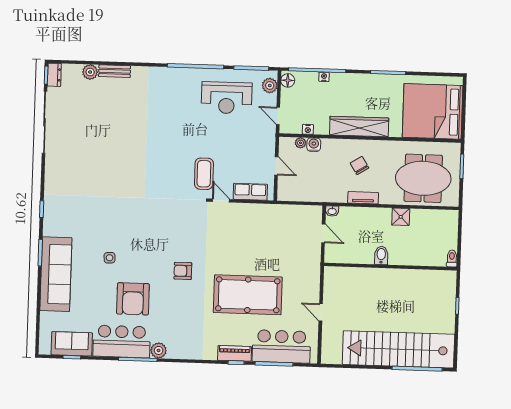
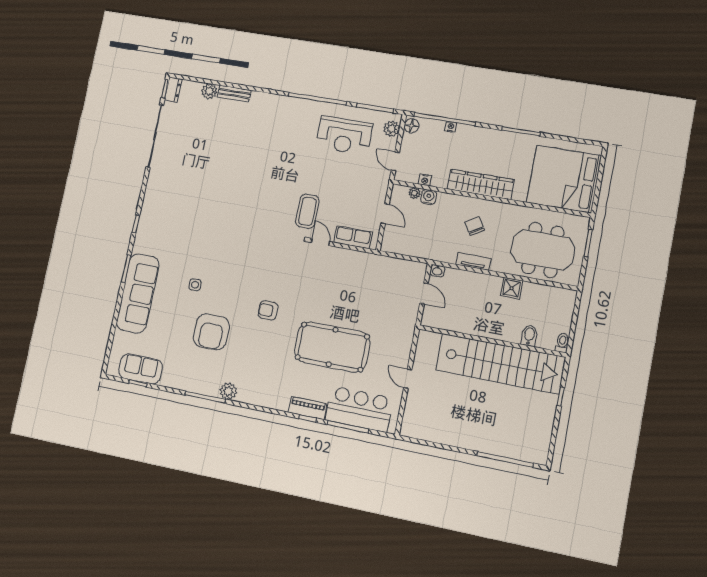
bidet: (381, 255) -> (529, 336), moved
bar counter: (122, 341) -> (192, 375), removed
stairs: (398, 349) -> (500, 364), moved, turned 180

